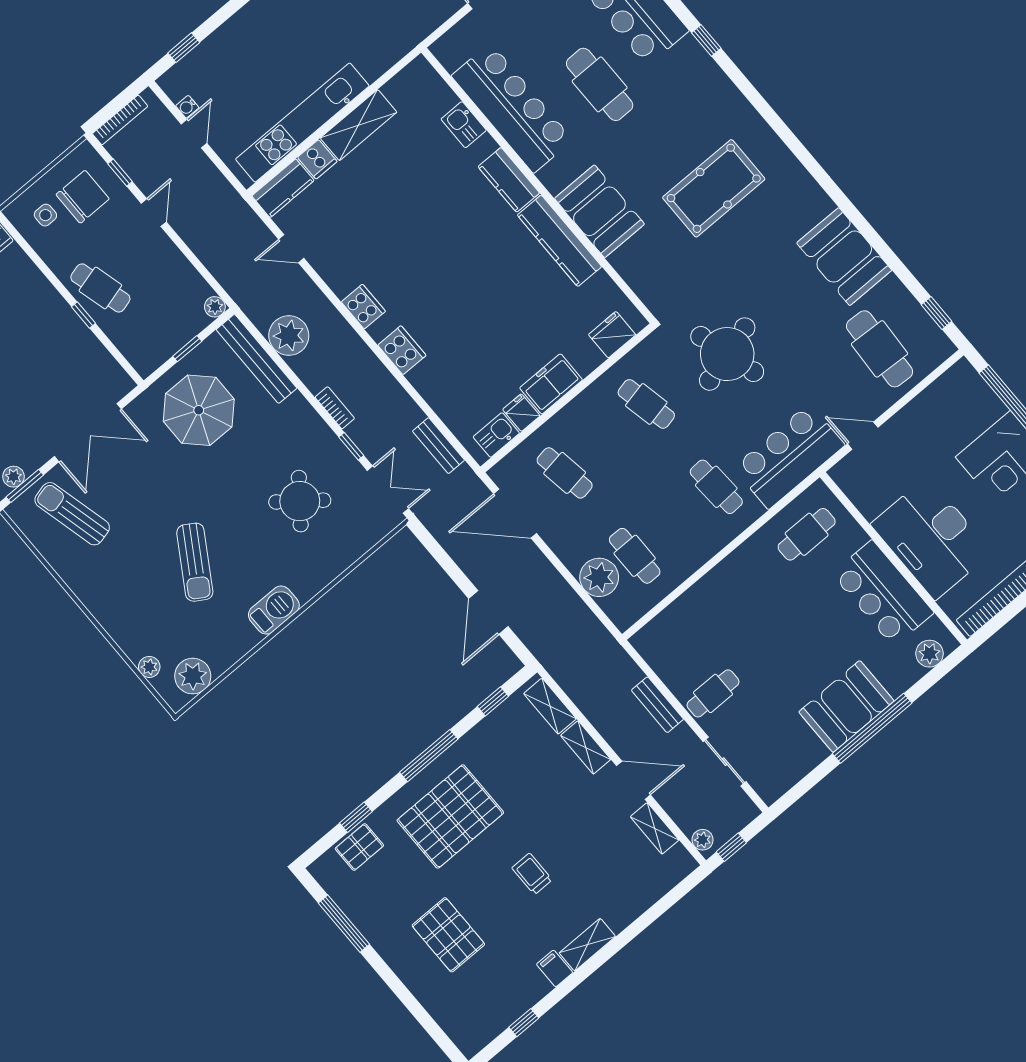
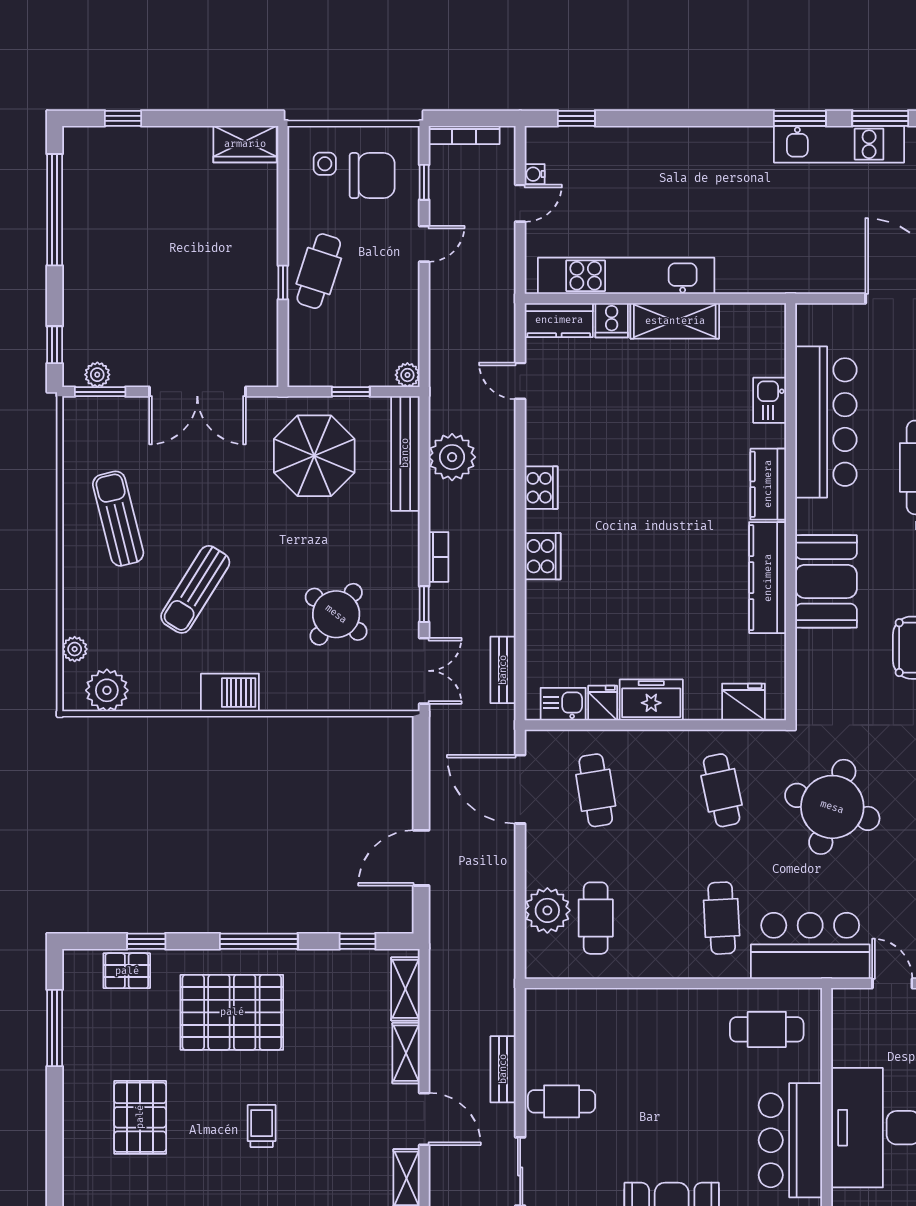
cafe table: (100, 288) -> (319, 271), turned 33
round table: (727, 354) -> (832, 807), turned 34
sun lounger: (72, 514) -> (118, 519), moved

